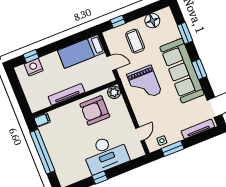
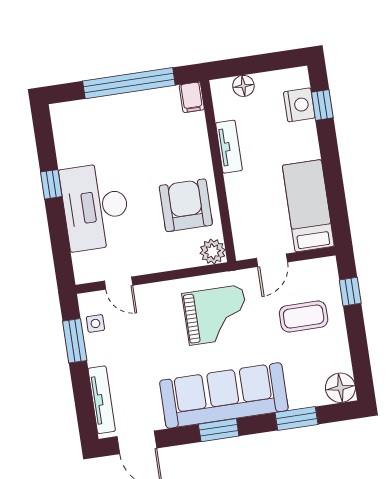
floor lamp: (152, 21) -> (340, 388), moved
grand piano: (144, 84) -> (216, 315), turned 180
tv unit: (67, 94) -> (229, 147), width x0.71
floor lamp: (31, 96) -> (243, 86), added

